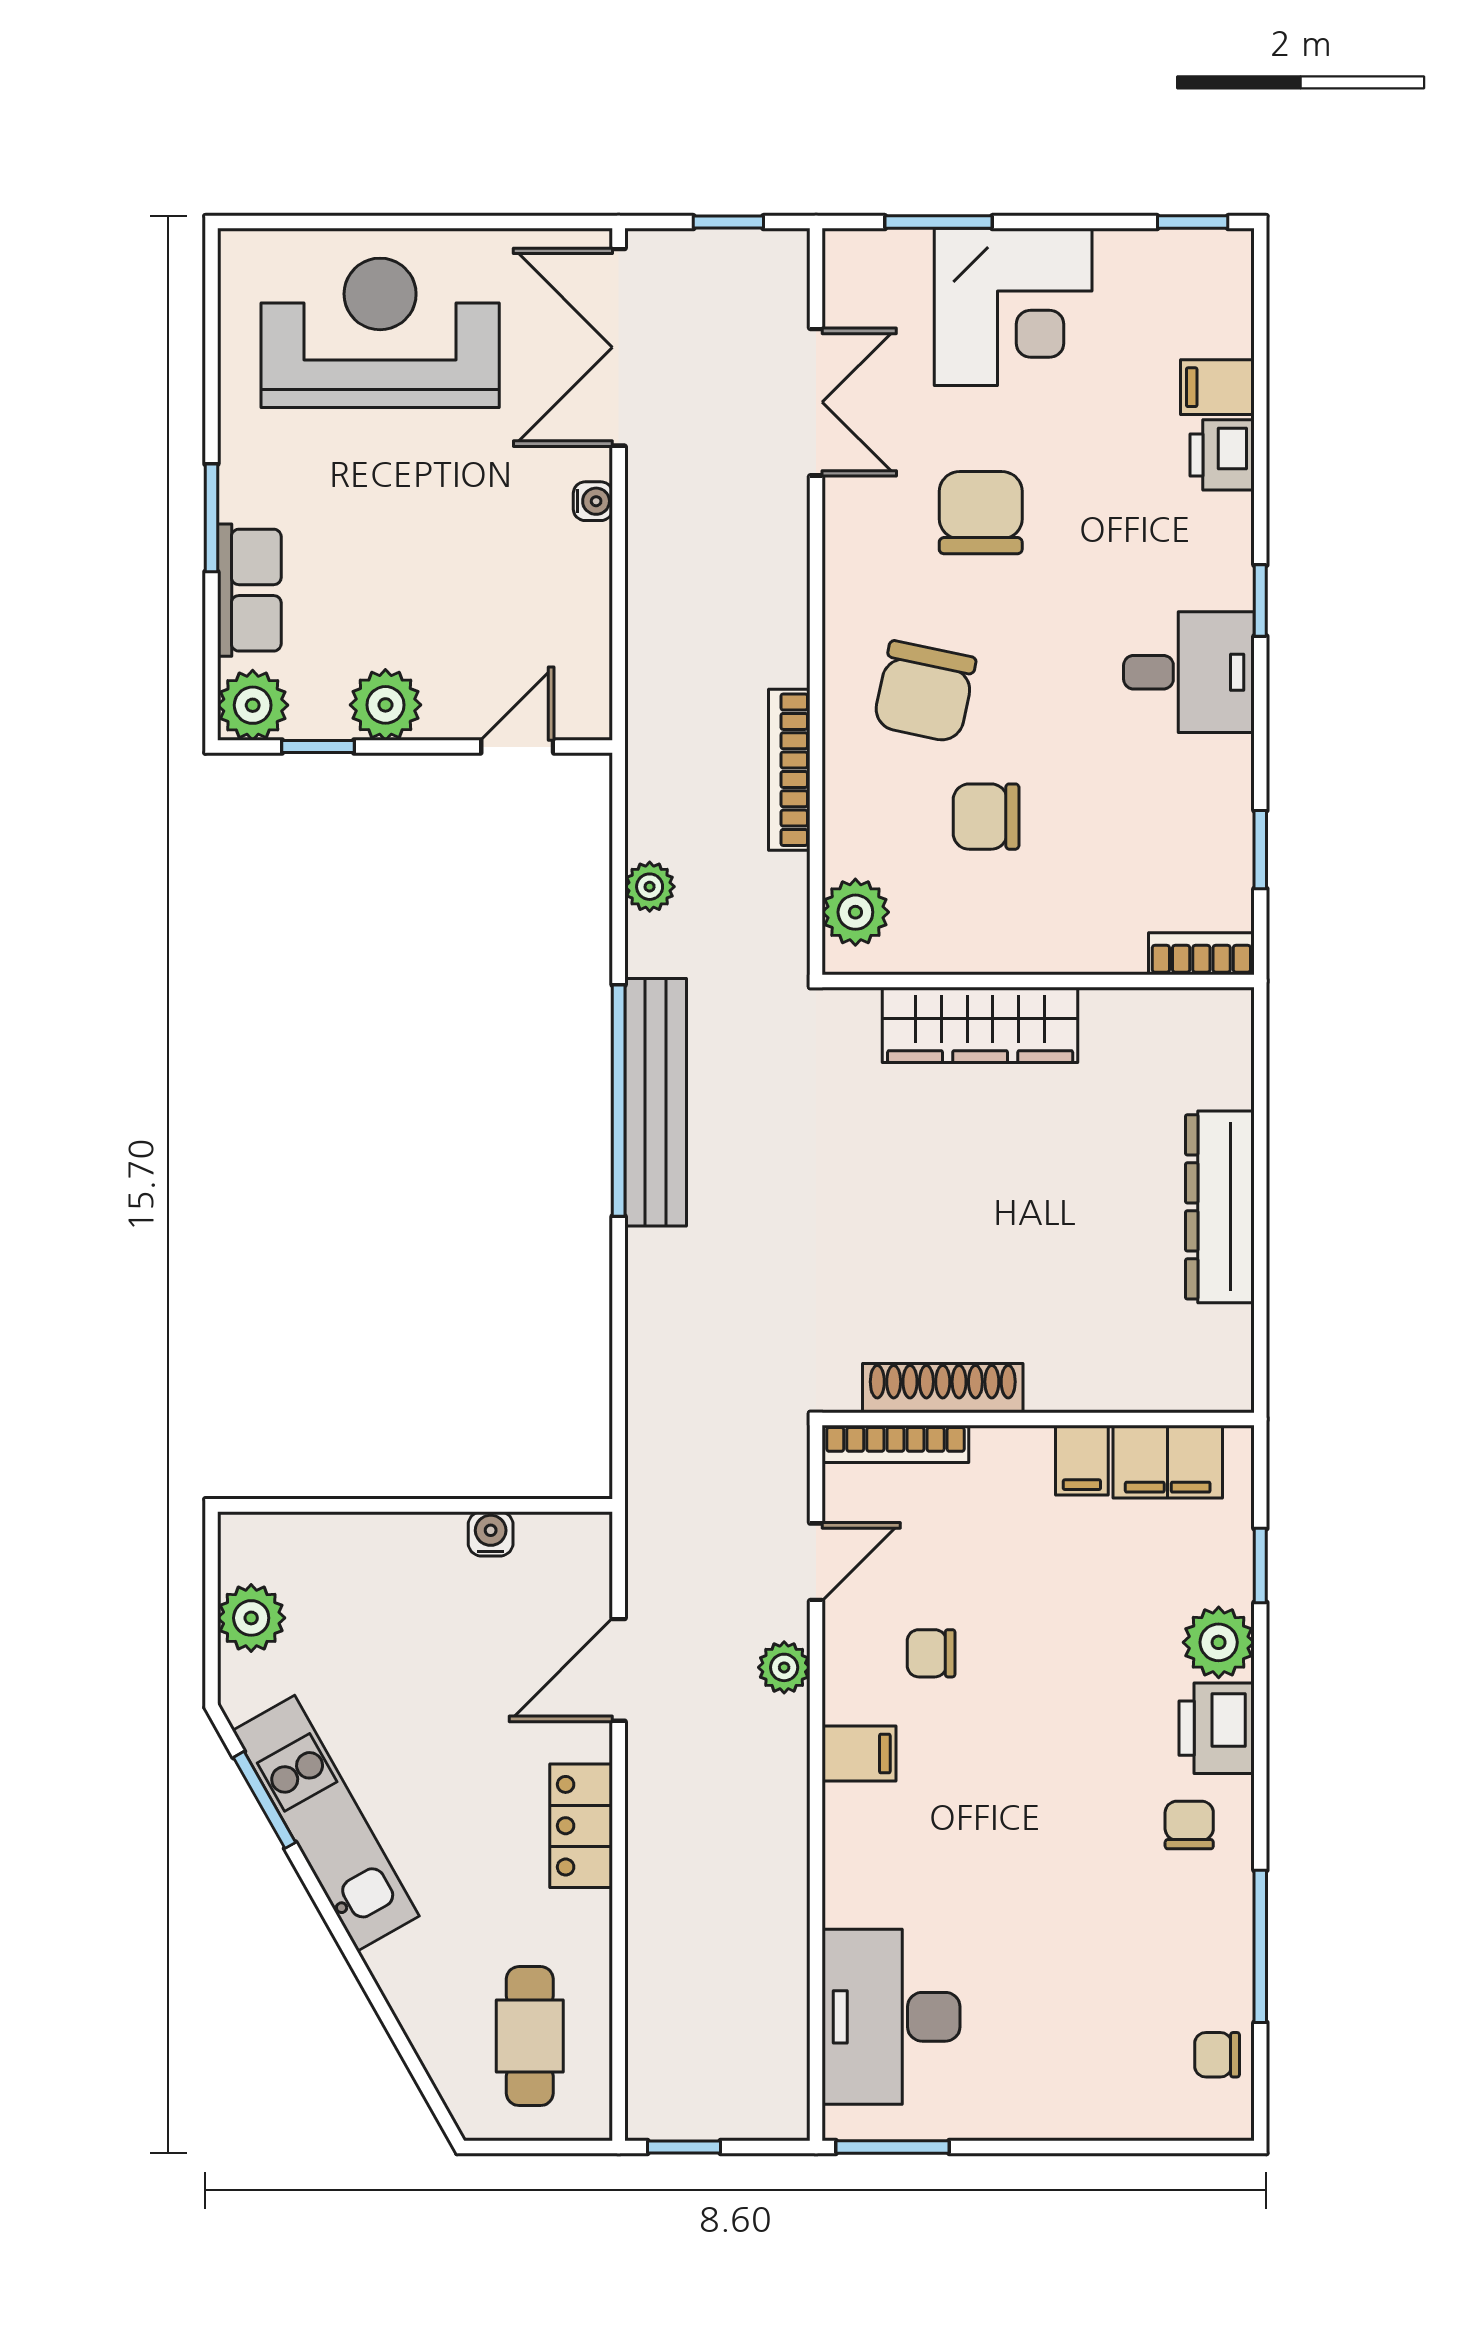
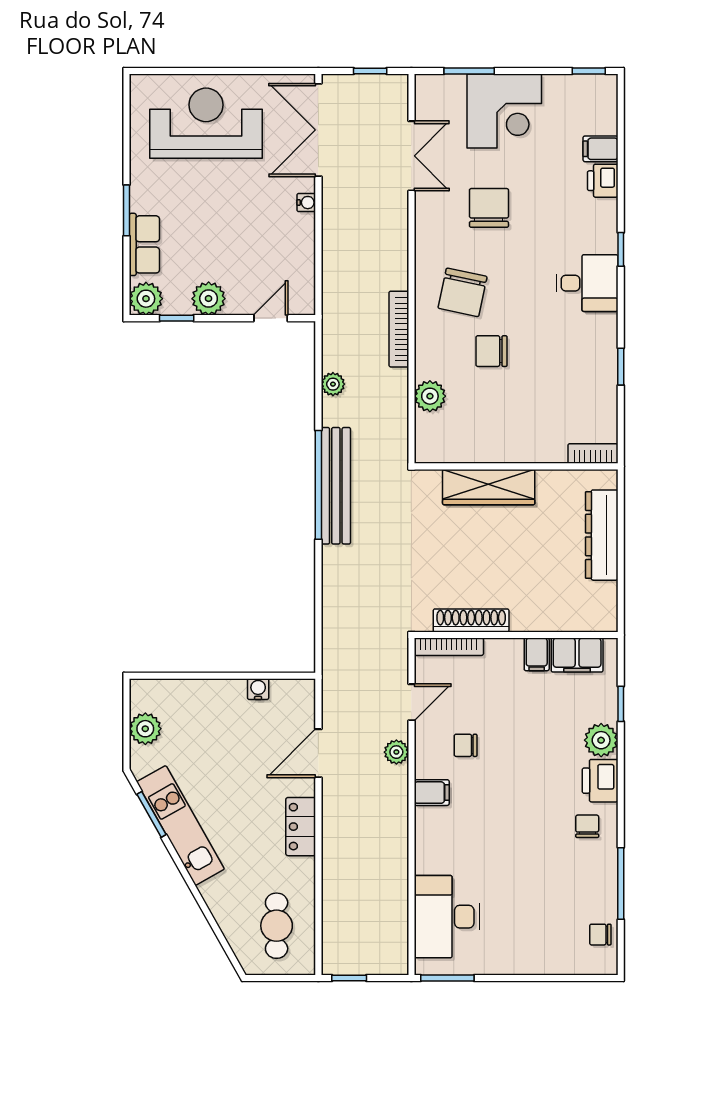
bookcase: (1201, 954) -> (593, 454), moved
wall: (1038, 981) -> (516, 466), moved
wardrobe: (980, 1025) -> (489, 487), moved

